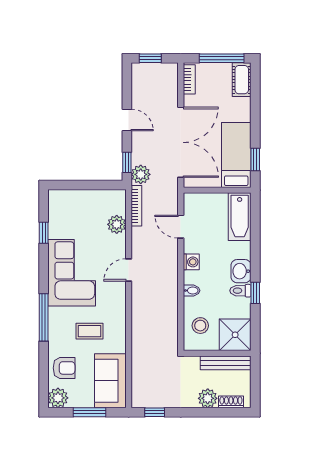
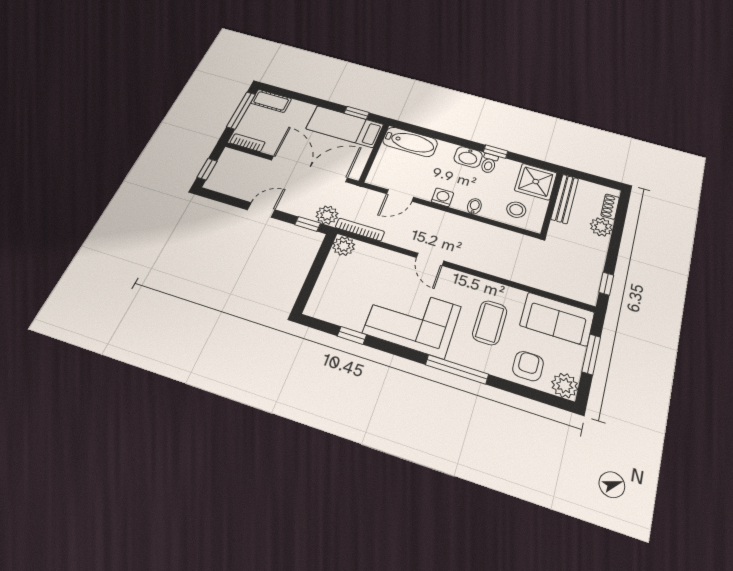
plant: (117, 224) -> (344, 246), moved
coffee table: (89, 331) -> (490, 323), width x1.36, depth x1.30

